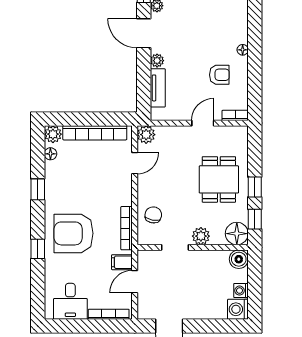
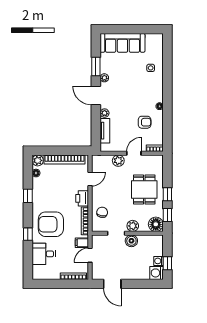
plant: (146, 135) -> (118, 161), moved
printer: (122, 193) -> (82, 198), added
boiler: (239, 259) -> (131, 241), moved
window: (255, 294) -> (167, 263), added
desk: (70, 301) -> (44, 254), moved, turned 90

